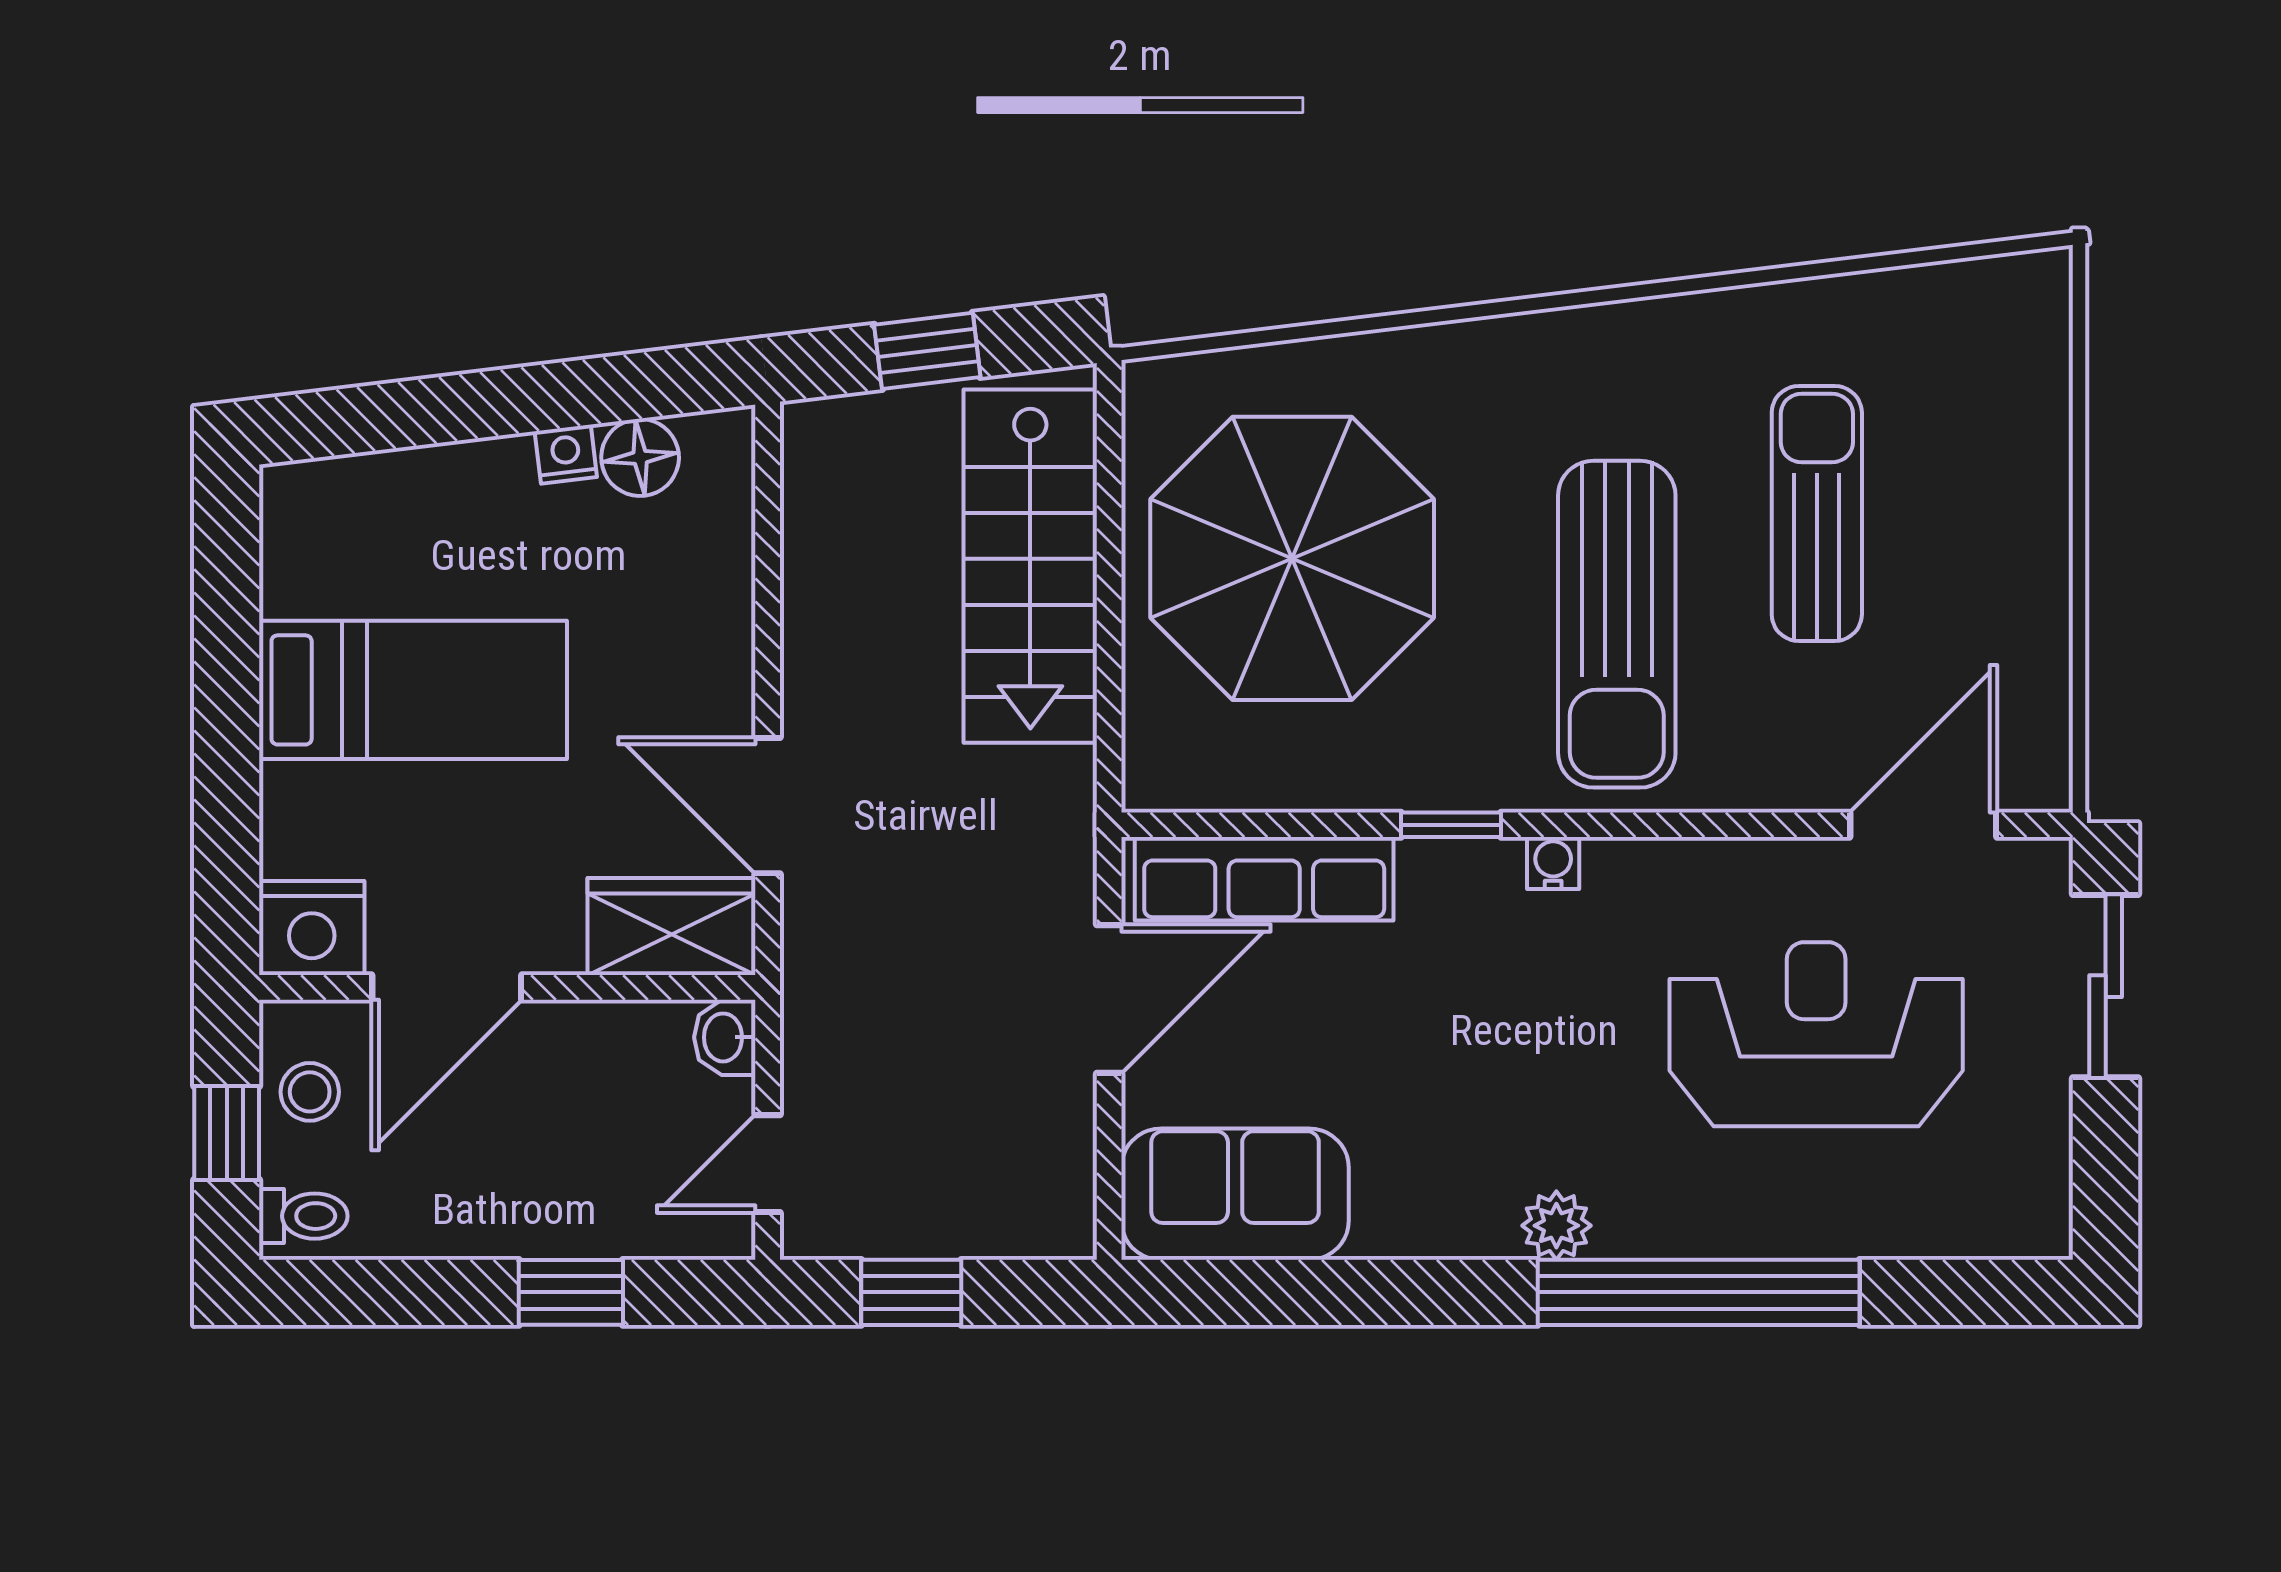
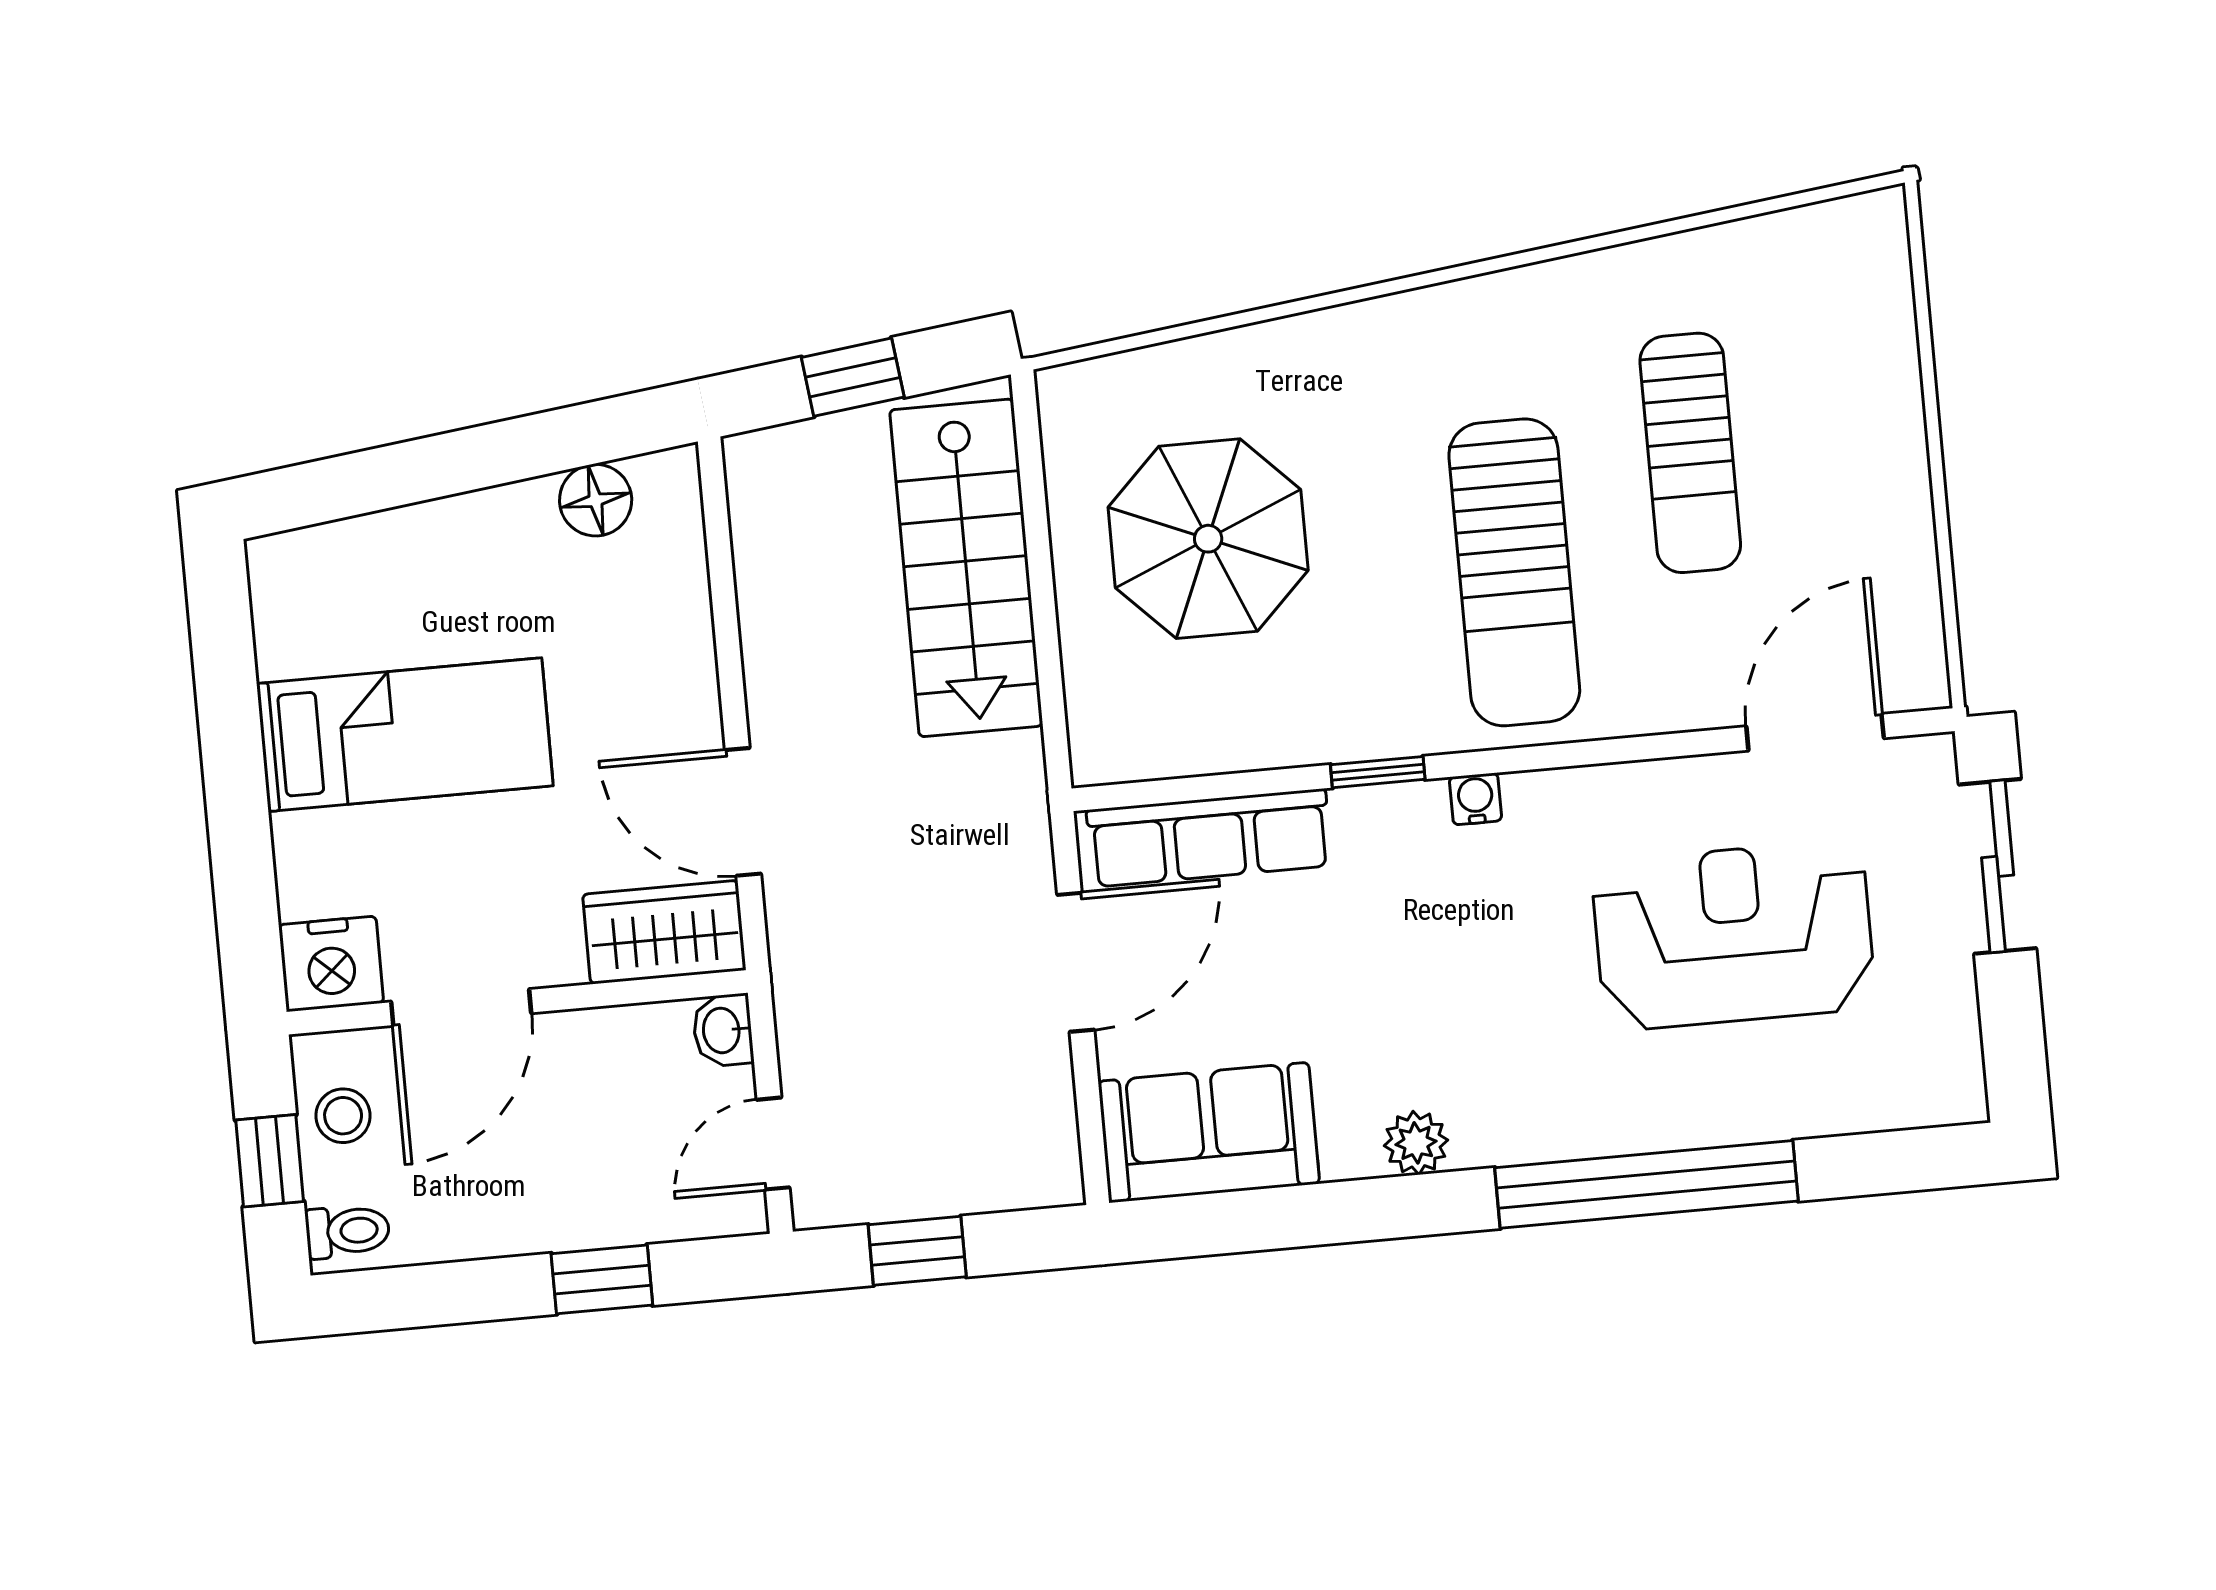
nightstand: (566, 454) -> (527, 503), removed
sun lounger: (1817, 514) -> (1690, 453), turned 180
parasol: (1292, 558) -> (1208, 539), width x0.73, depth x0.73
plant: (1556, 1226) -> (1416, 1143), moved

